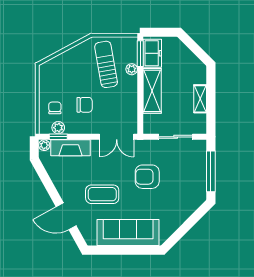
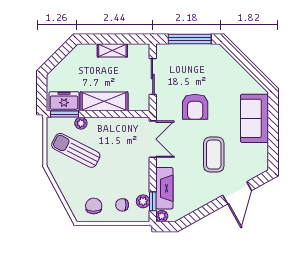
sun lounger: (106, 64) -> (76, 150), turned 37
chair: (85, 105) -> (94, 206), moved
sofa: (128, 233) -> (254, 118), width x0.73

